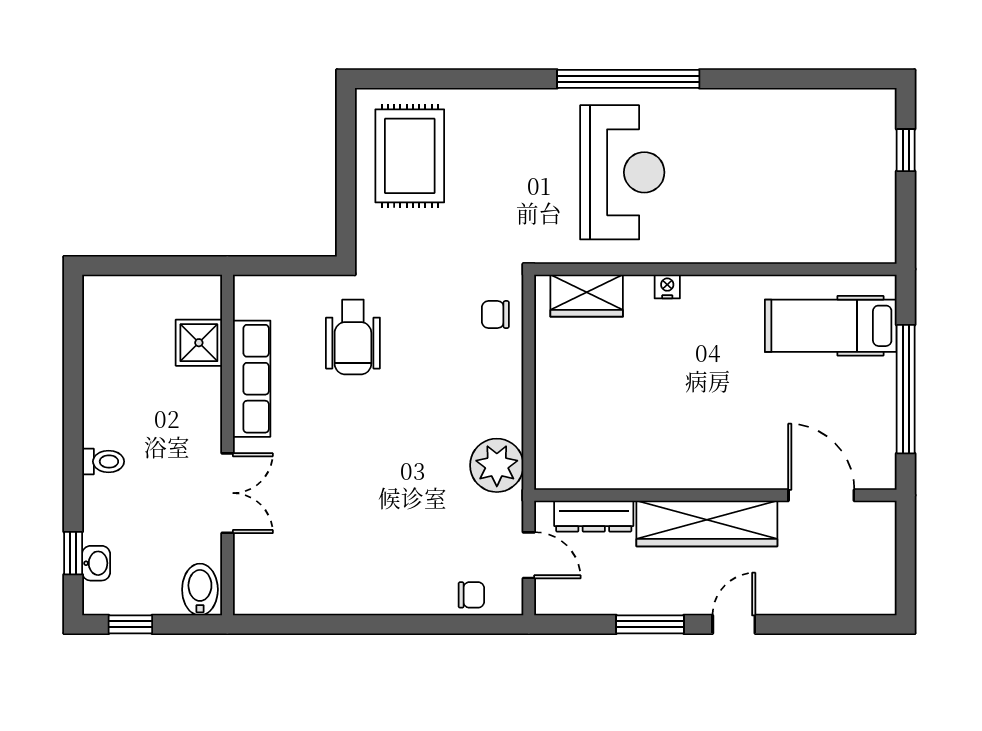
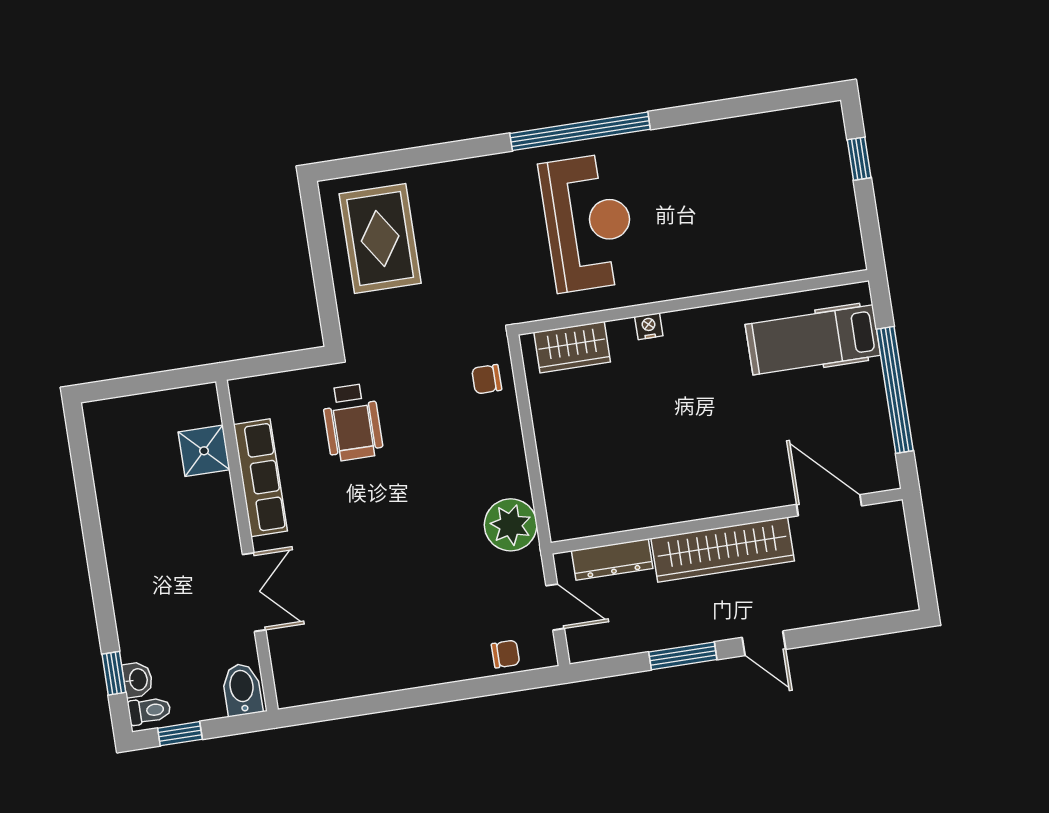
toilet: (103, 461) -> (149, 711), moved
door: (734, 624) -> (764, 643), swing flipped

